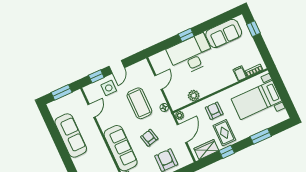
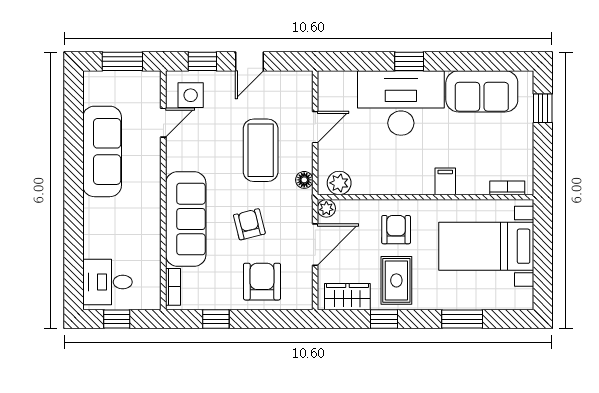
filing cabinet: (240, 73) -> (445, 181), moved
side table: (109, 88) -> (191, 95), moved
plant: (194, 96) -> (339, 183), moved

